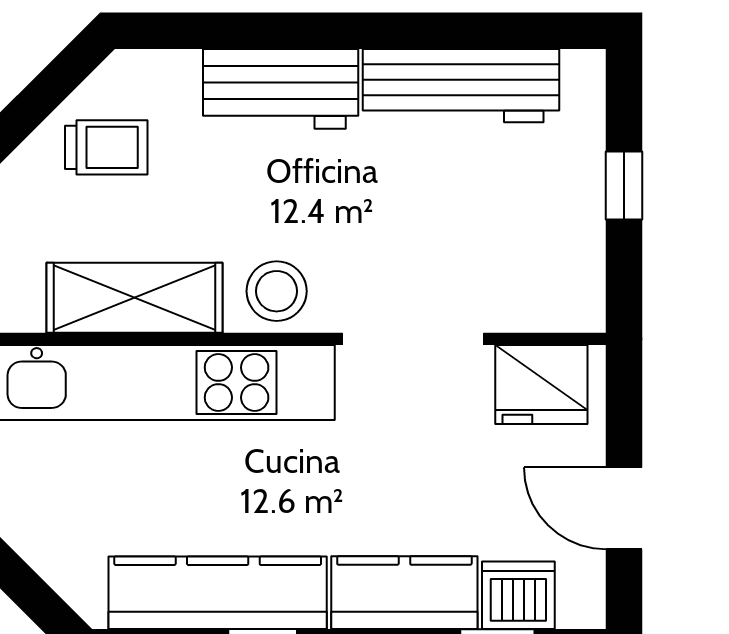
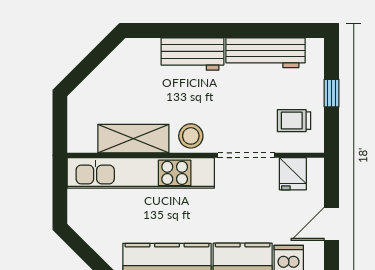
trolley: (106, 147) -> (294, 121), moved, turned 180
fridge: (541, 385) -> (293, 174), width x0.72
door: (624, 508) -> (332, 224), hinge flipped

